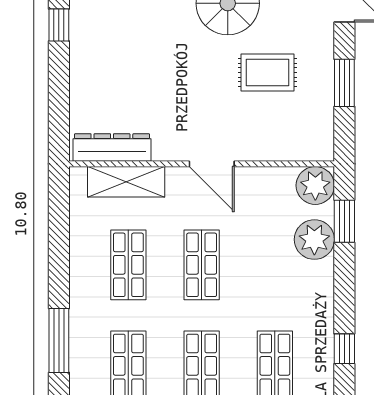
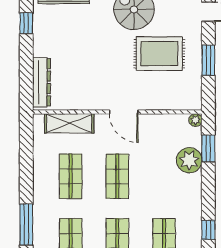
rug: (267, 73) -> (159, 54), width x1.36, depth x1.43
dresser: (112, 147) -> (42, 82), moved, turned 90
plant: (315, 185) -> (195, 120), width x0.53, depth x0.53

